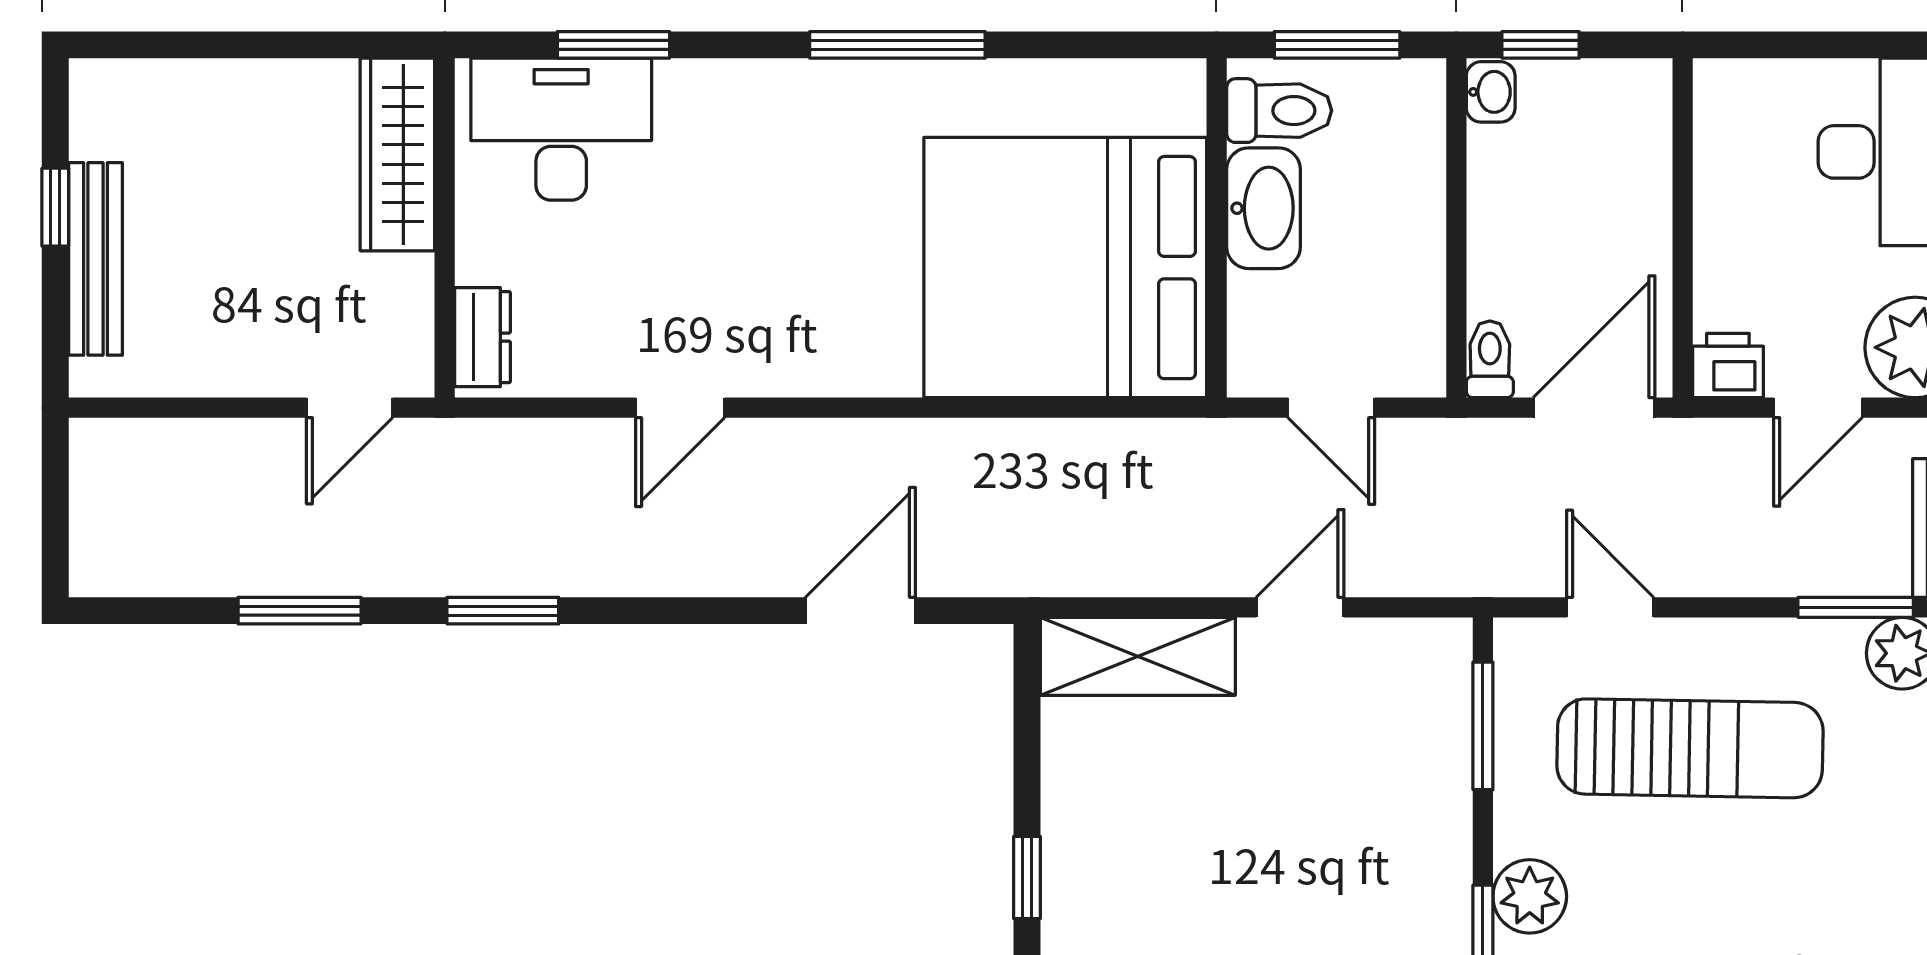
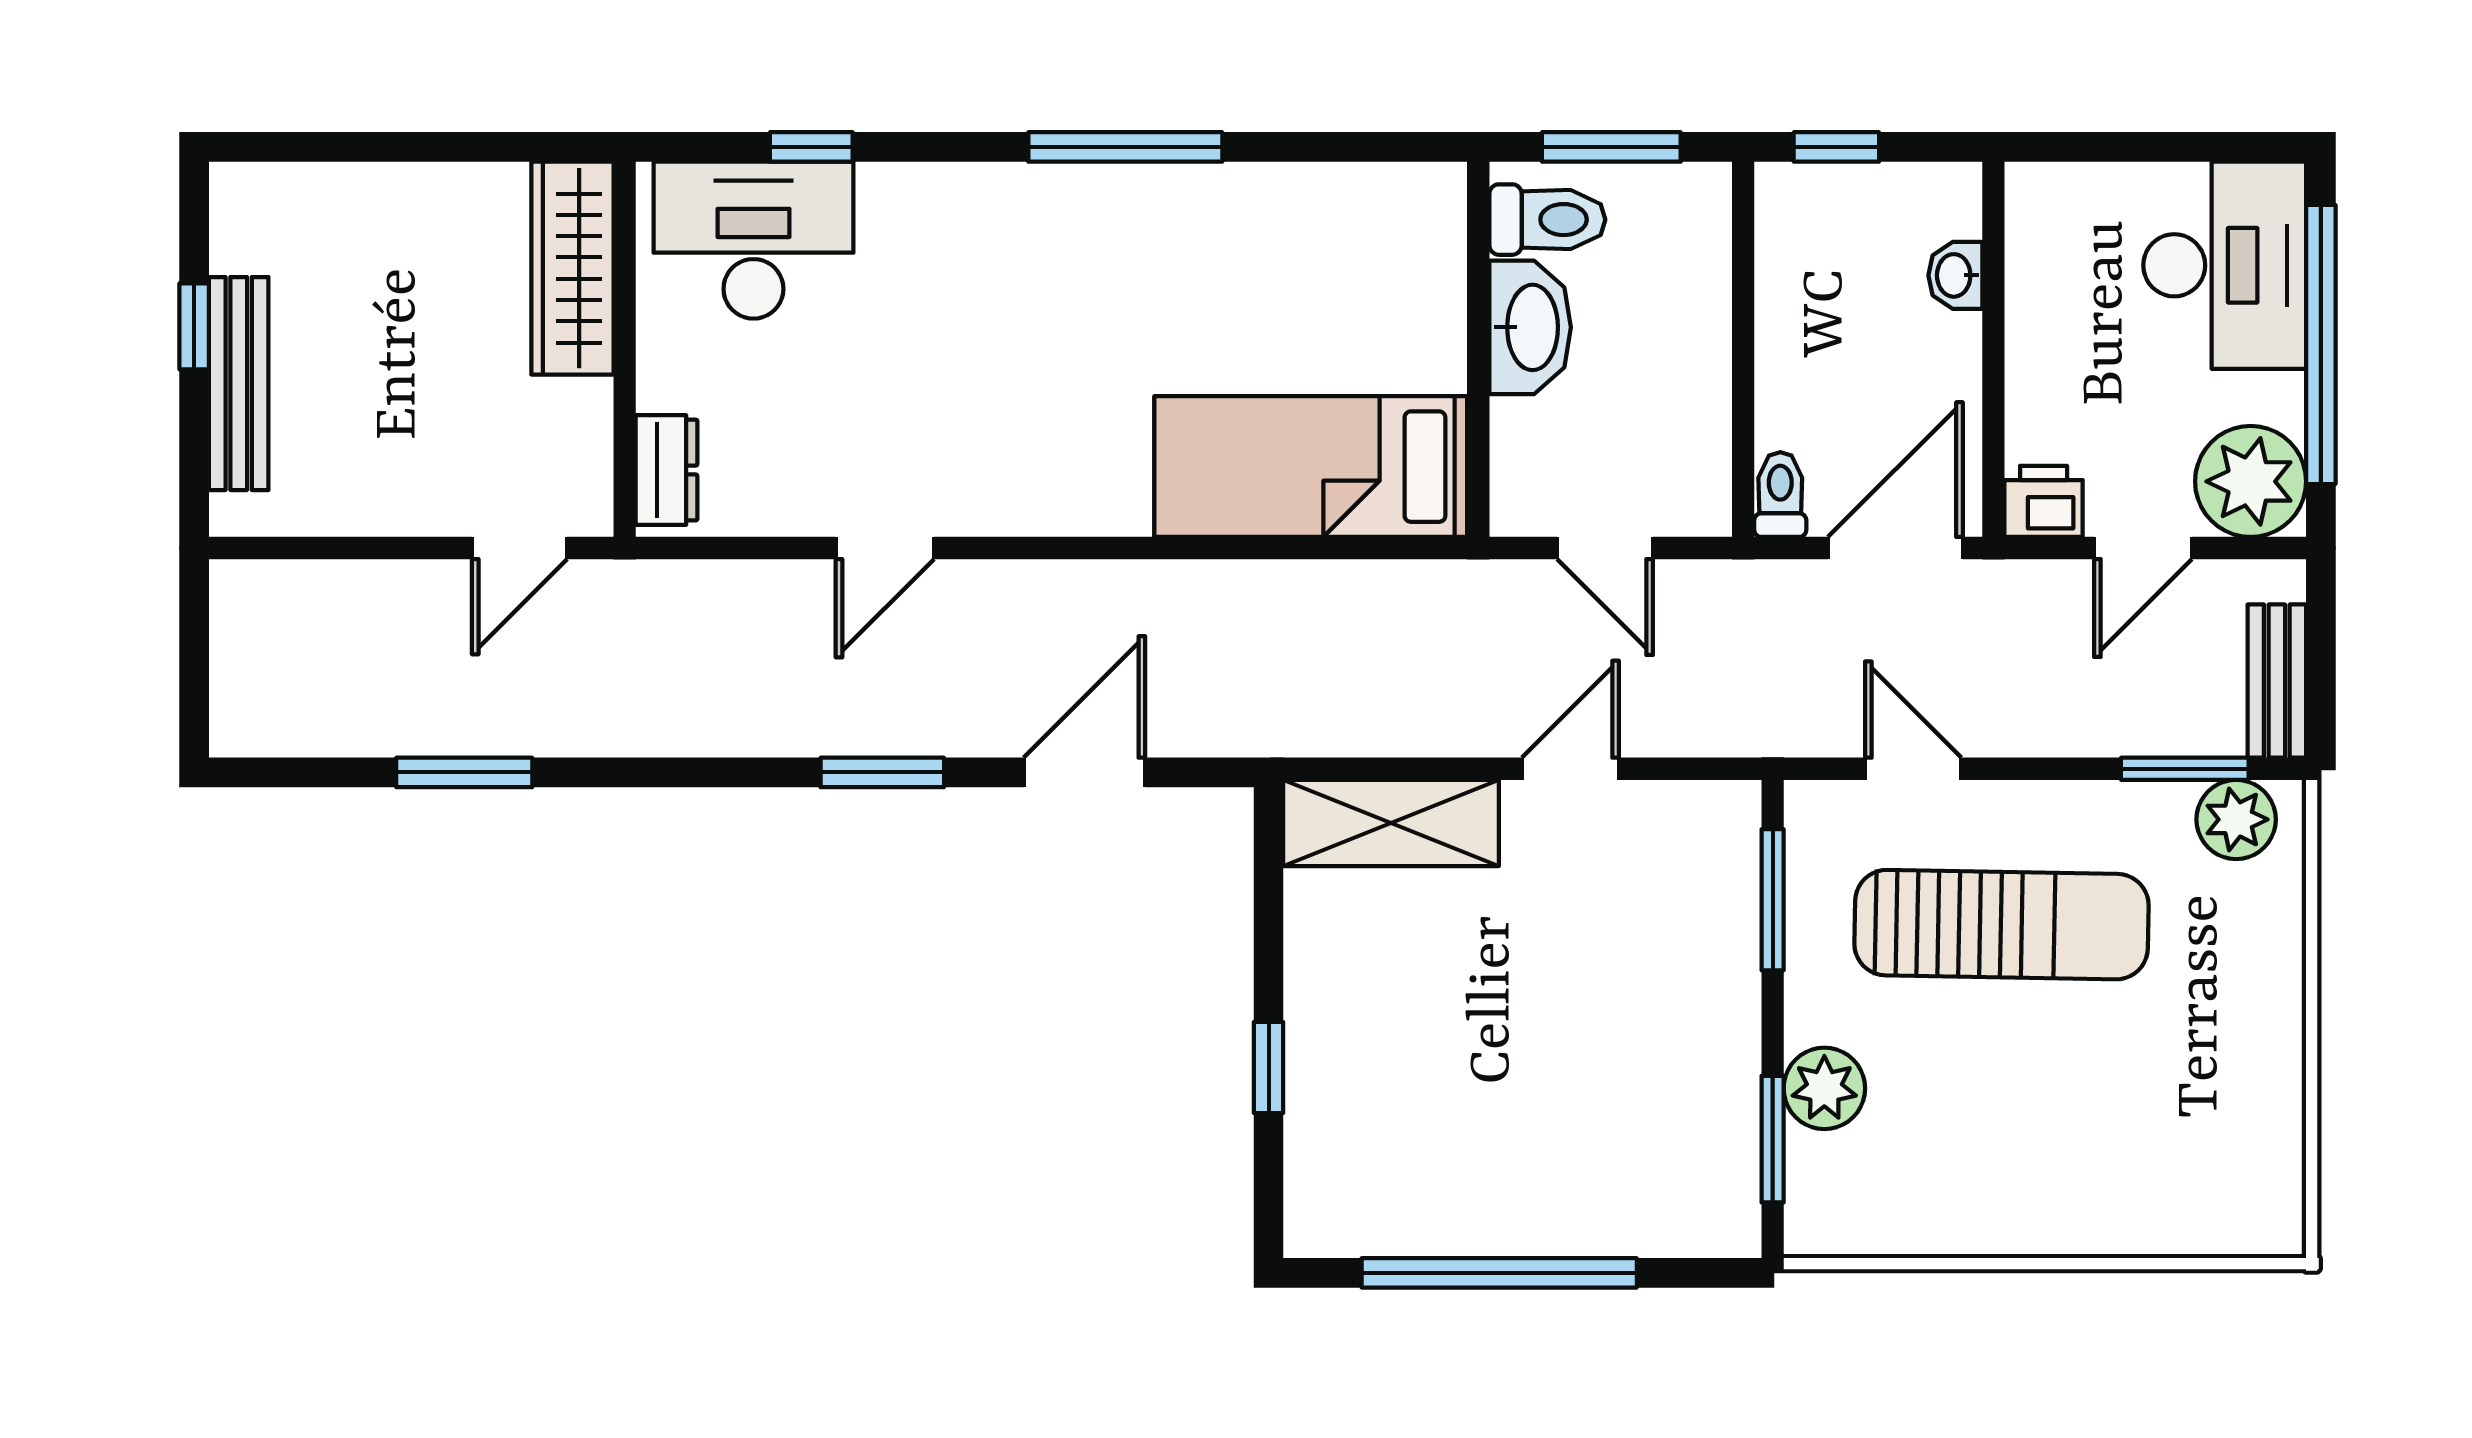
window: (613, 45) -> (811, 147), width x0.67
washbasin: (1491, 92) -> (1955, 275), moved, turned 180
bed: (1065, 268) -> (1311, 467), width x0.49
window: (503, 611) -> (882, 772), moved

